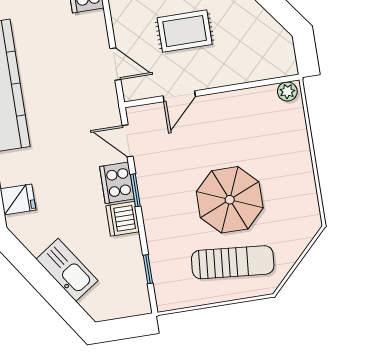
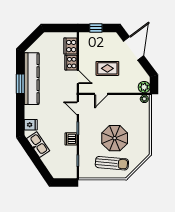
plant: (282, 63) -> (144, 87), added
cooker: (117, 183) -> (71, 63), moved
kitchen sink: (67, 270) -> (38, 145), moved

